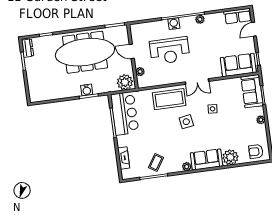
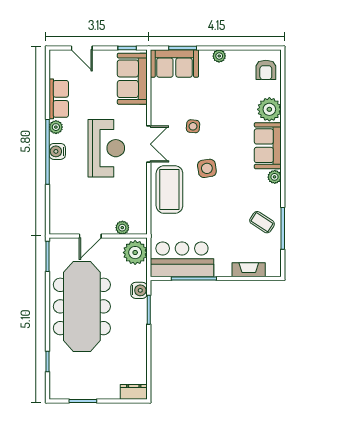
row of seats: (238, 16) -> (59, 99), moved
water cooler: (174, 24) -> (57, 151), moved
dresser: (28, 48) -> (134, 392), moved
reception desk: (170, 51) -> (106, 148), moved
water cooler: (87, 90) -> (139, 290), moved

